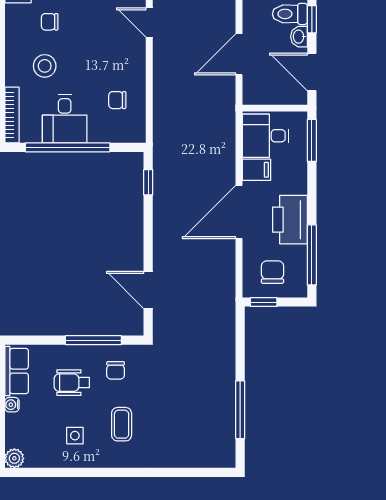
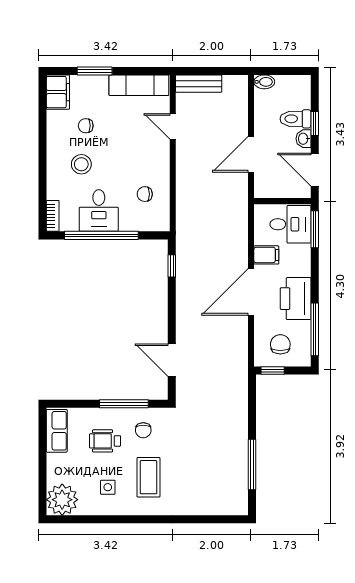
bookcase: (12, 115) -> (53, 216), width x0.64
desk: (266, 136) -> (290, 224), moved, turned 180
water cooler: (12, 405) -> (53, 460), removed
coffee table: (122, 424) -> (148, 477), width x1.36, depth x1.30
plant: (14, 458) -> (62, 500), width x1.88, depth x1.88

